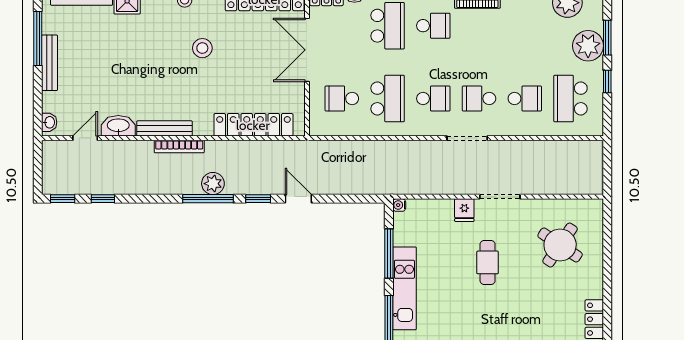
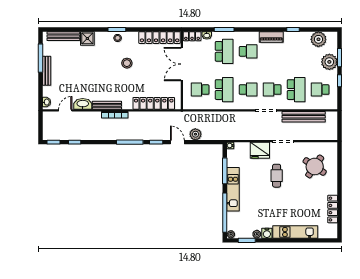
school desk: (525, 98) -> (296, 90), width x1.85
school desk: (570, 98) -> (320, 90), width x0.54
bench: (539, 150) -> (304, 117), added
plant: (213, 184) -> (195, 134), moved
fridge: (464, 210) -> (260, 150), width x1.88, depth x1.34

